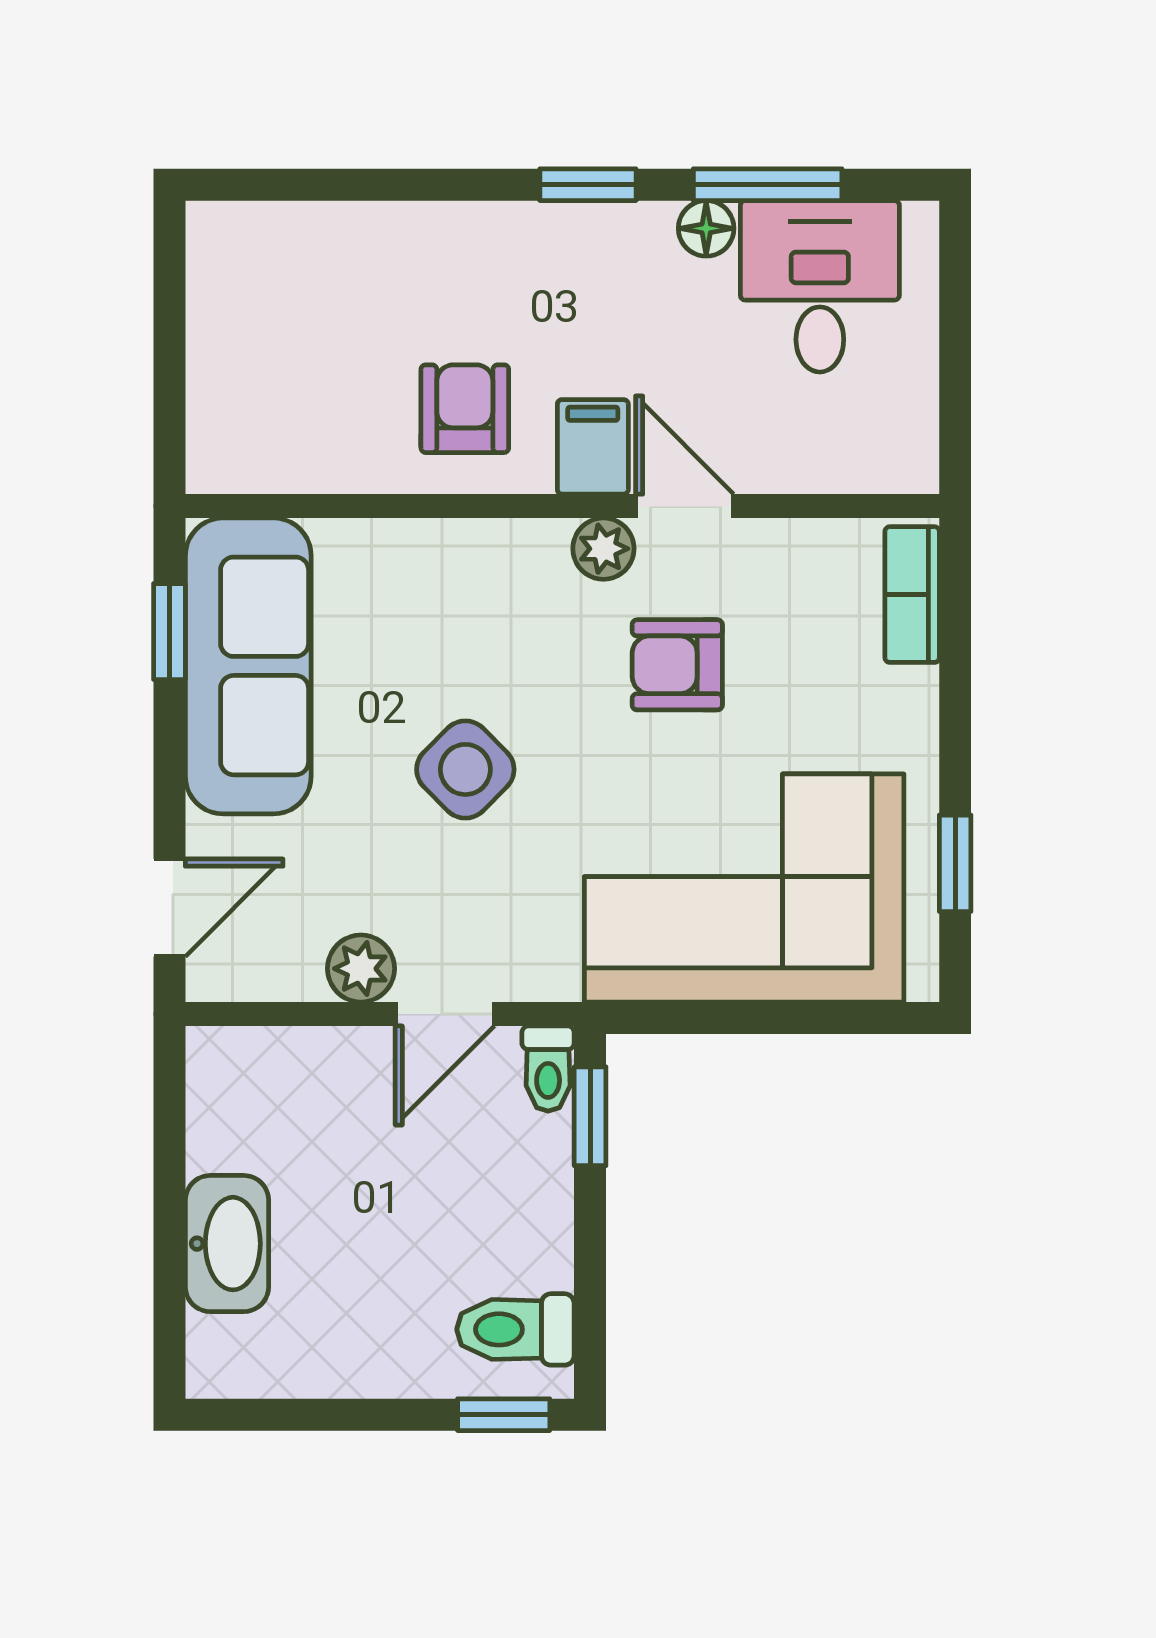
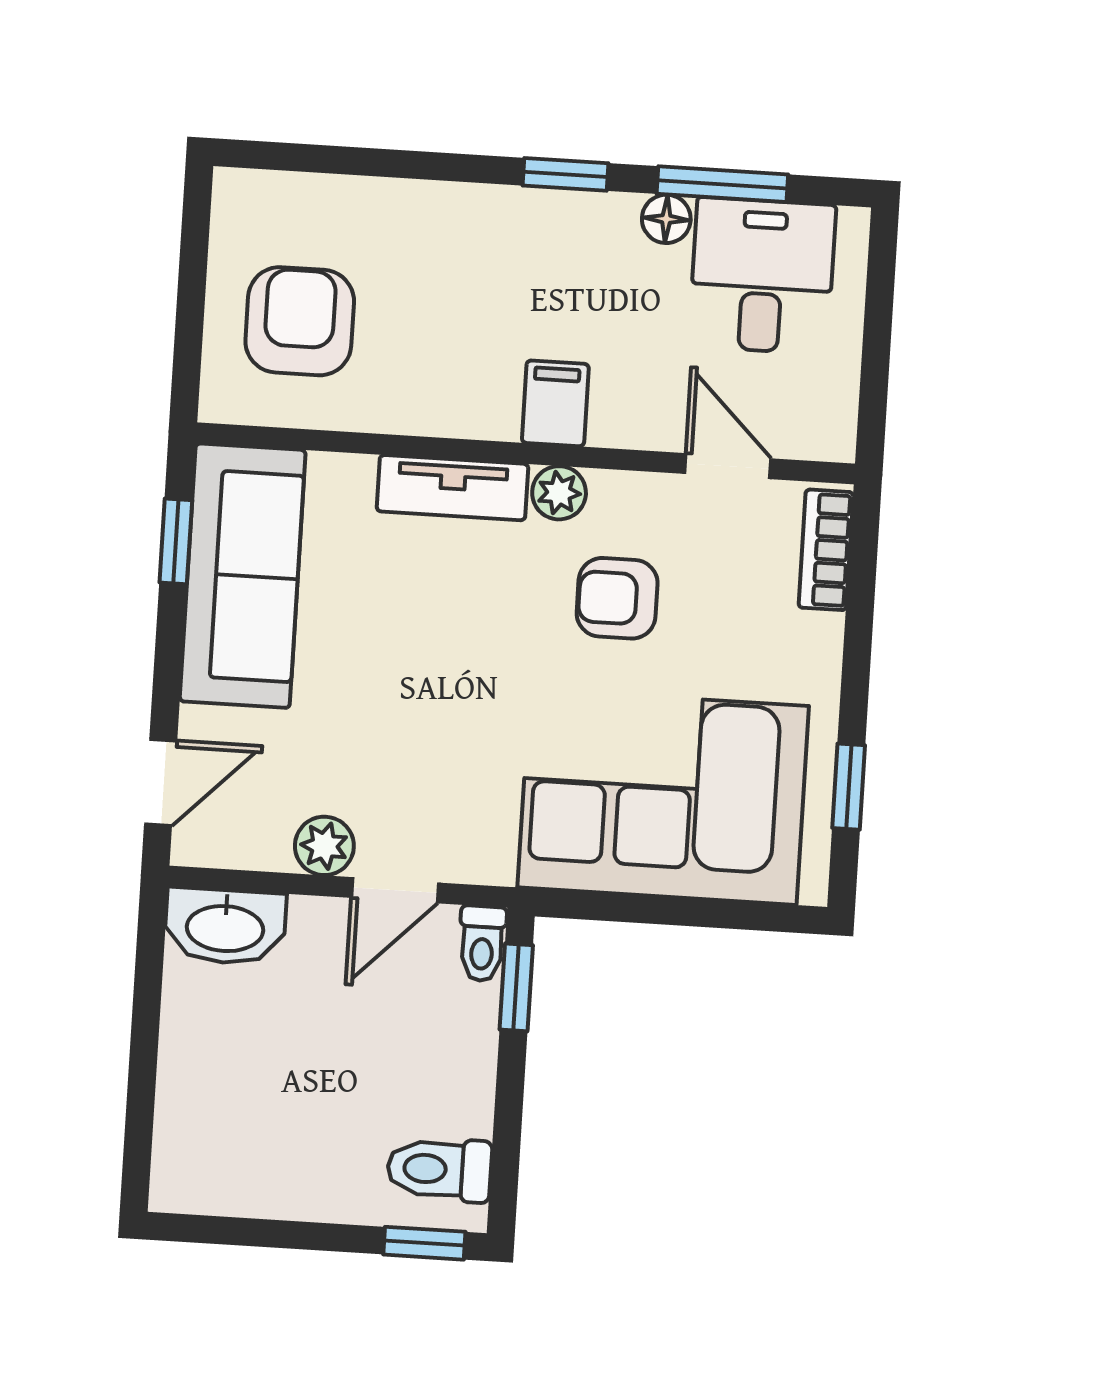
armchair: (465, 409) -> (300, 321), moved, width x1.38, depth x1.38
door: (685, 506) -> (728, 466), moved
tv unit: (481, 550) -> (453, 488), added
side table: (465, 769) -> (426, 678), removed
washbasin: (227, 1244) -> (225, 926), moved, turned 90

